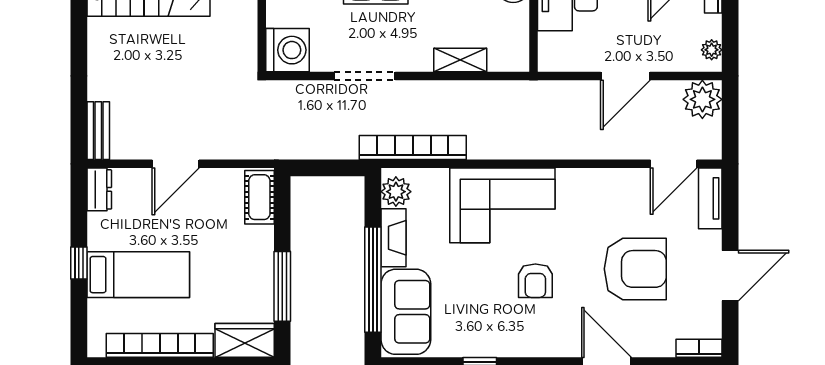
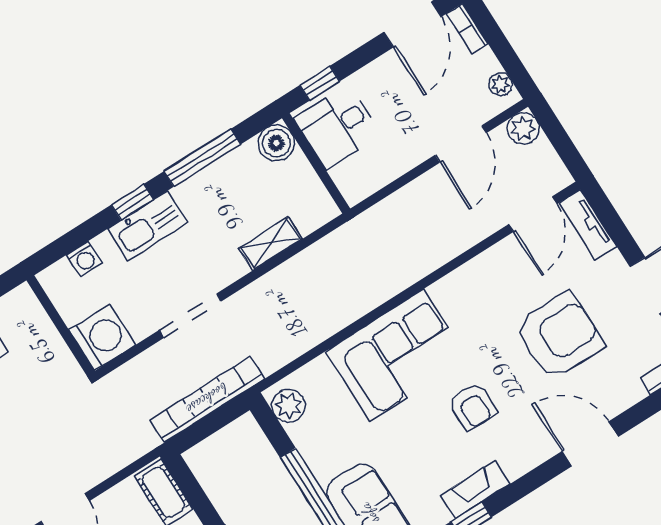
door: (625, 76) -> (461, 144), moved
plant: (702, 99) -> (523, 129), width x0.73, depth x0.73
bookcase: (413, 148) -> (207, 399), moved
fireplace: (394, 238) -> (475, 490), moved, turned -90

